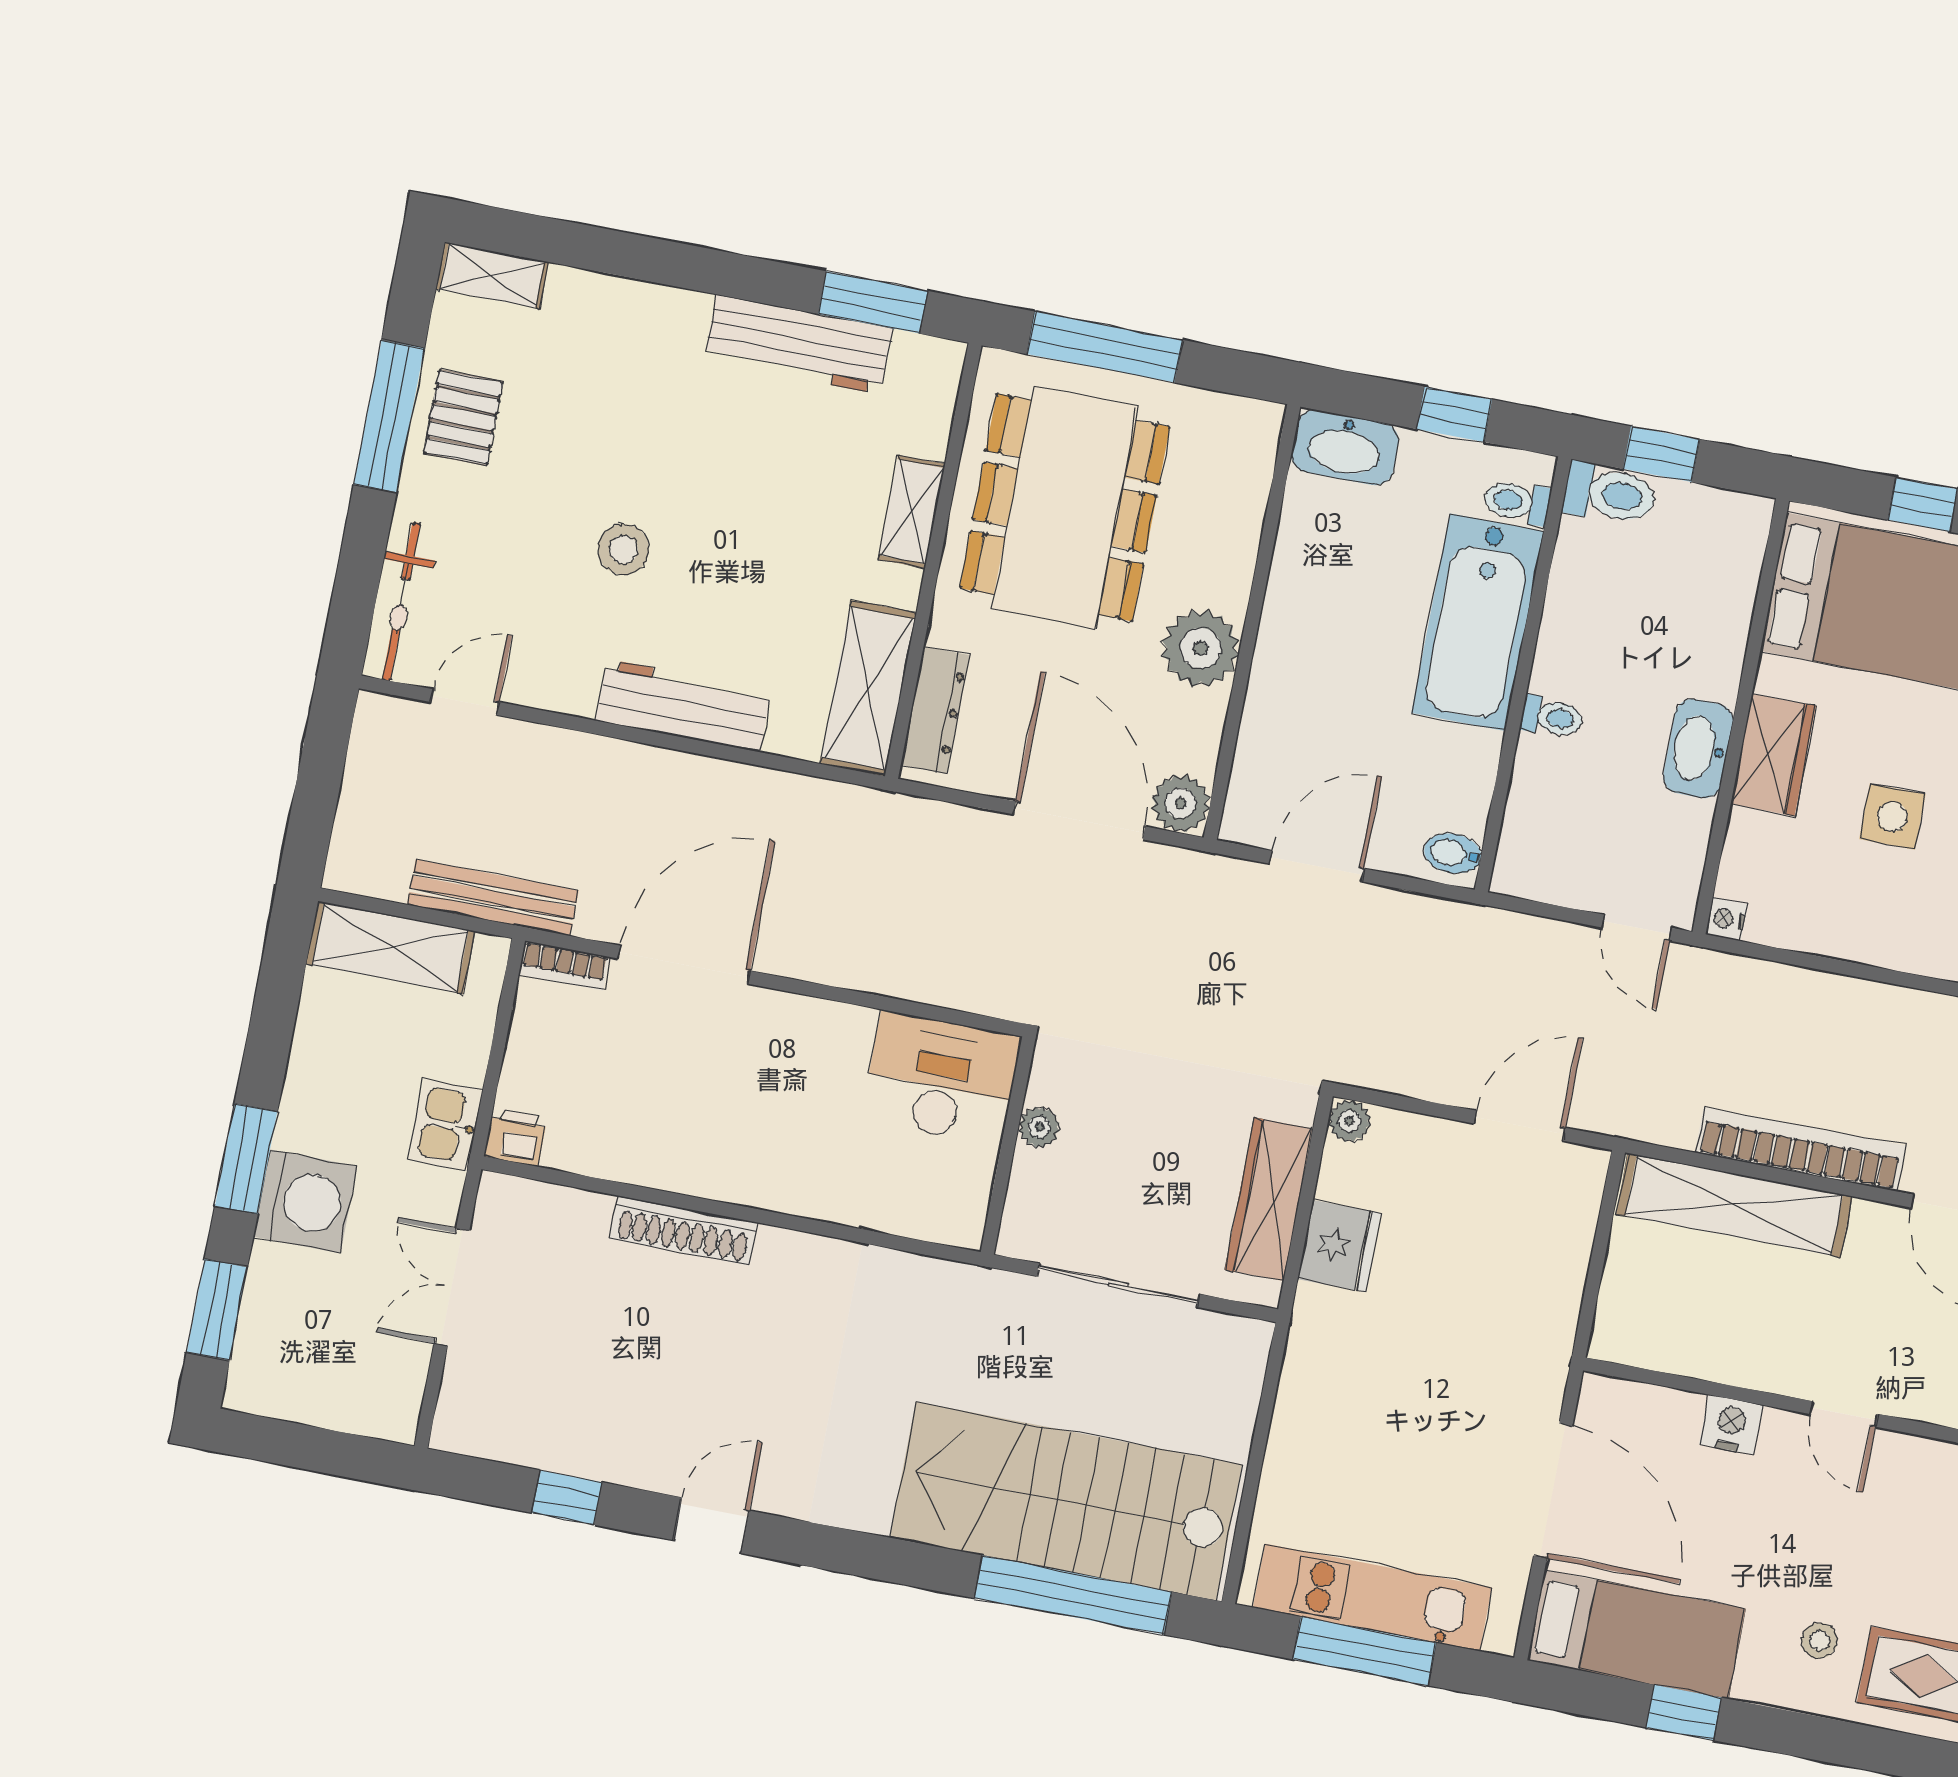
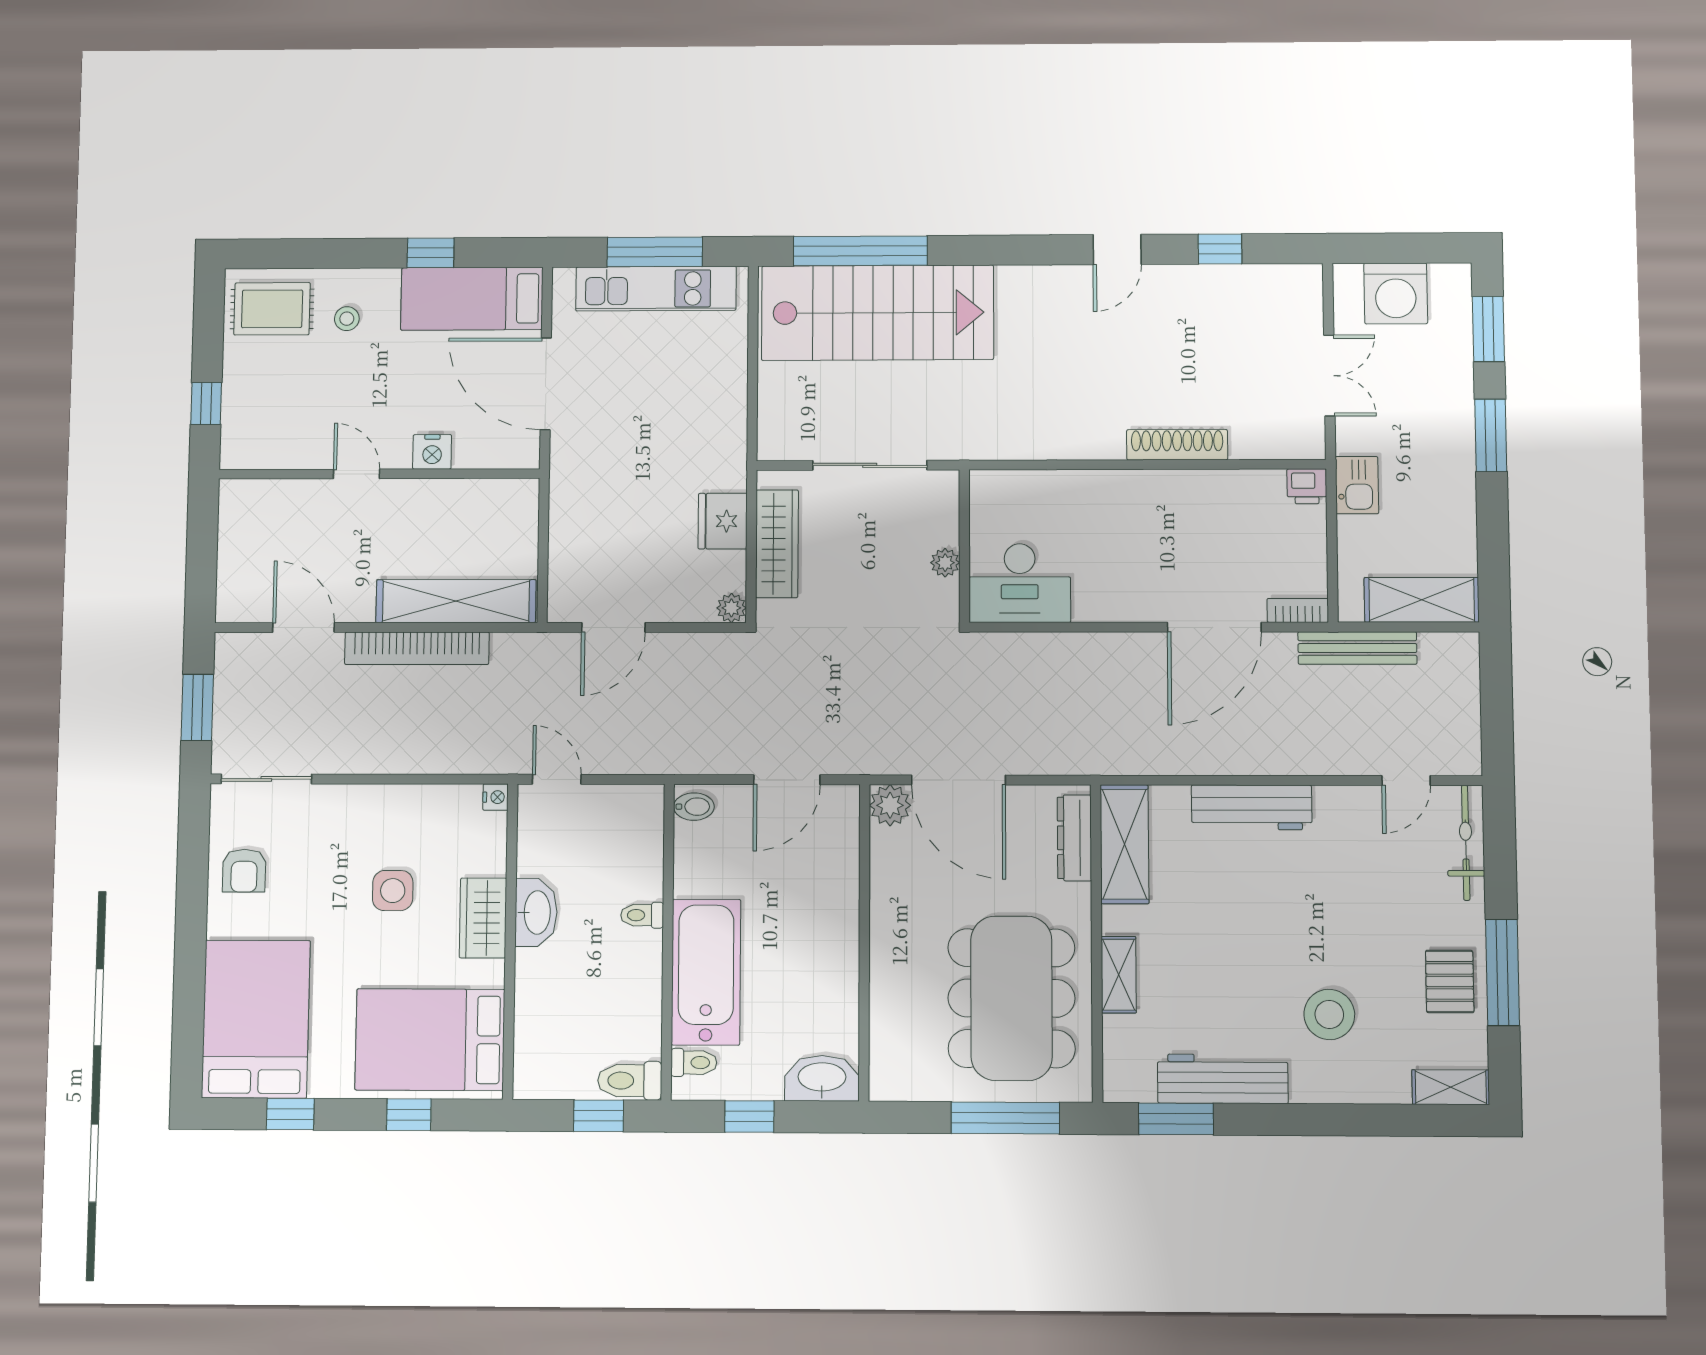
stool: (623, 549) -> (1329, 1014), moved, width x1.38, depth x1.38
plant: (1201, 648) -> (897, 917), removed
washing machine: (305, 1201) -> (1396, 293), moved, turned -90

